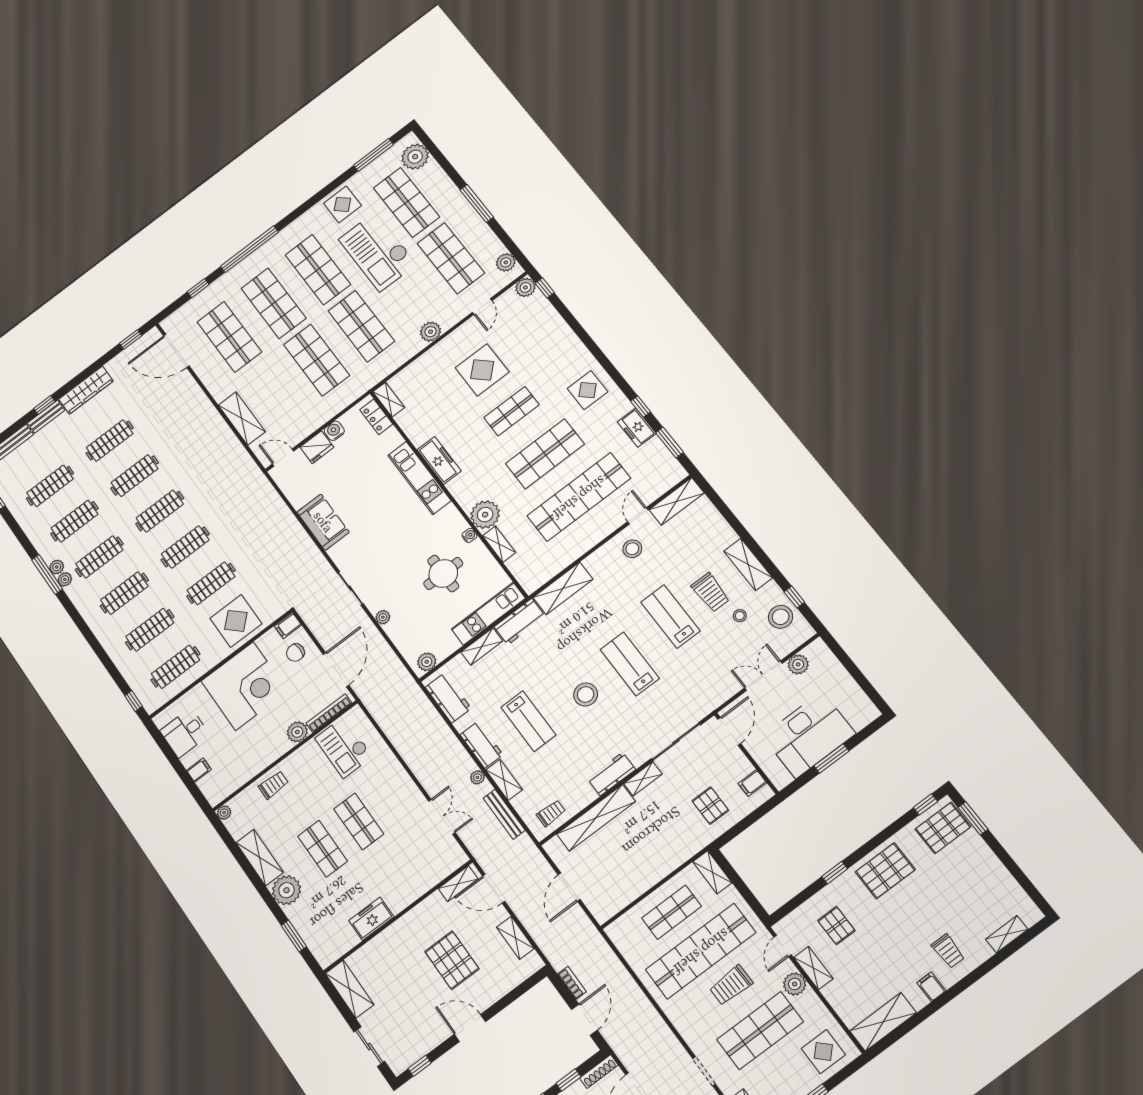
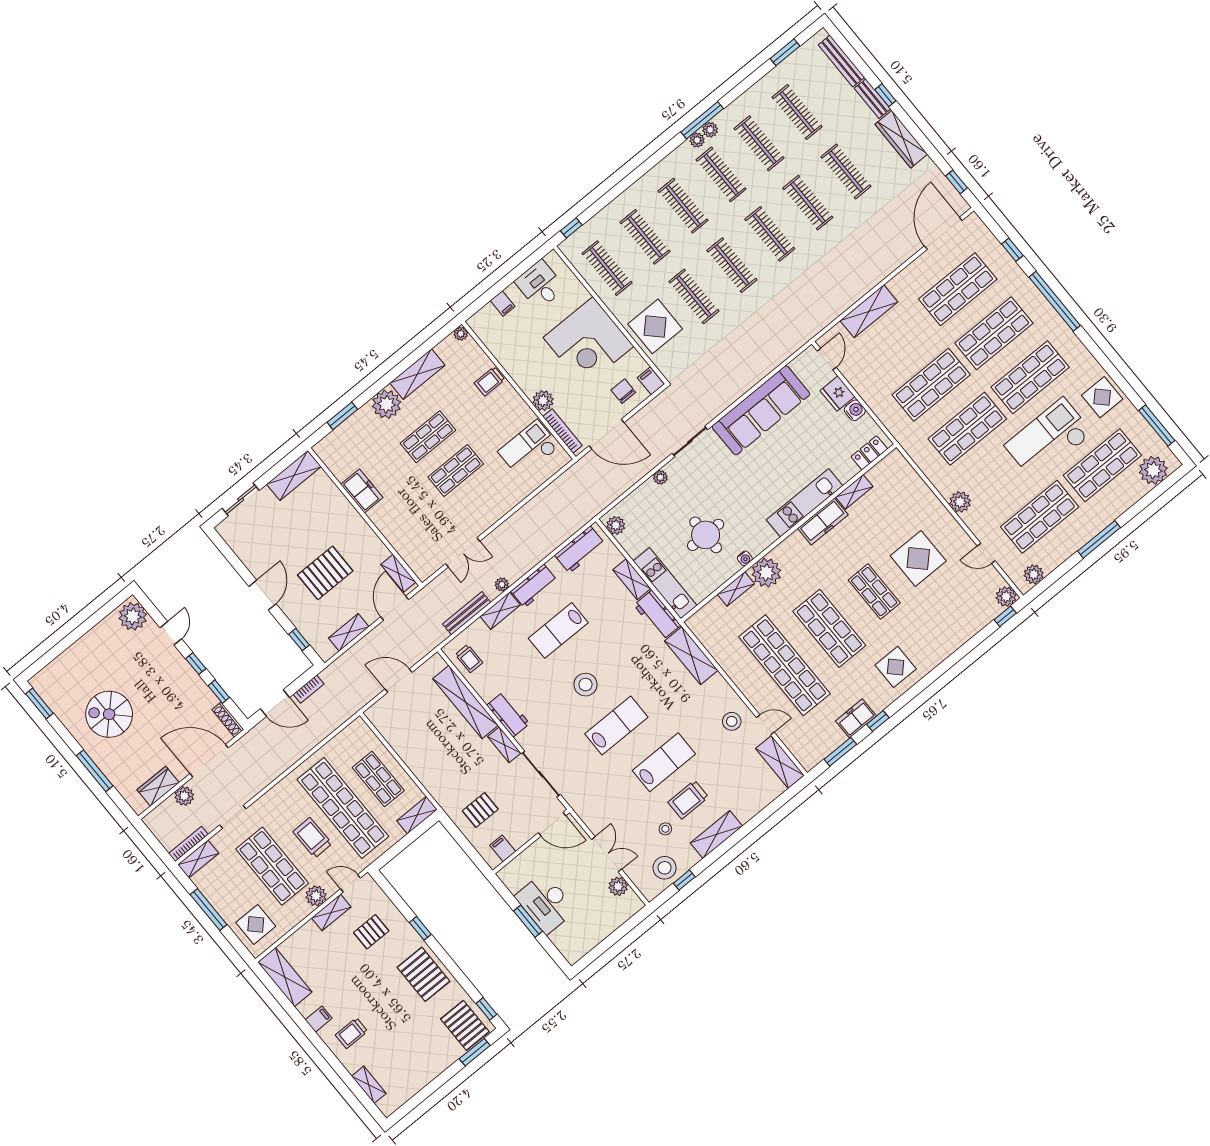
shelving: (389, 400) -> (854, 492), moved
sofa: (323, 522) -> (761, 410), width x1.85, depth x1.27
desk: (809, 735) -> (545, 903), width x0.73, depth x0.77
trolley: (273, 785) -> (490, 381), turned 90
window: (420, 1066) -> (299, 640), moved

